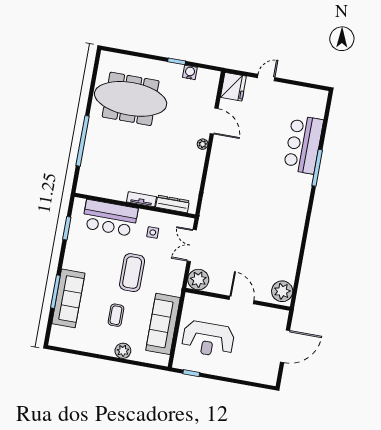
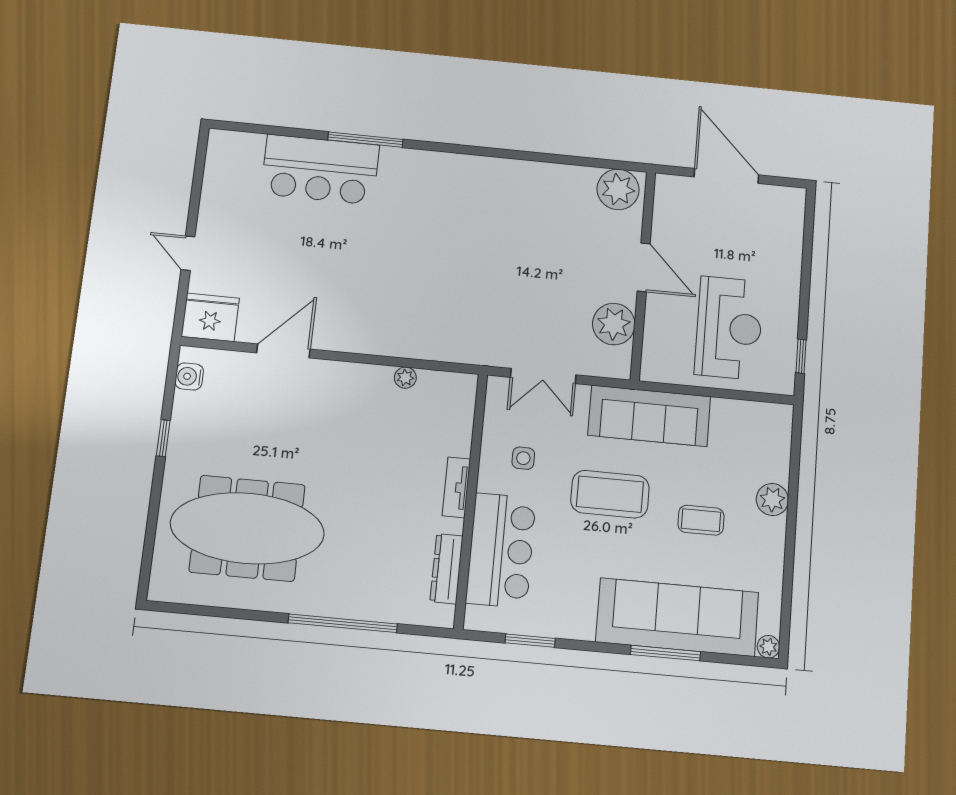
water cooler: (190, 72) -> (189, 376), moved
meeting table: (131, 99) -> (247, 528), turned 90
plant: (203, 144) -> (405, 378), moved
dresser: (173, 204) -> (447, 569), moved
plant: (198, 280) -> (614, 324), moved
sofa: (68, 298) -> (677, 617), width x1.36, depth x1.27
door: (242, 300) -> (644, 267), swing flipped
sofa: (163, 324) -> (649, 416), moved
plant: (54, 341) -> (768, 647), added

